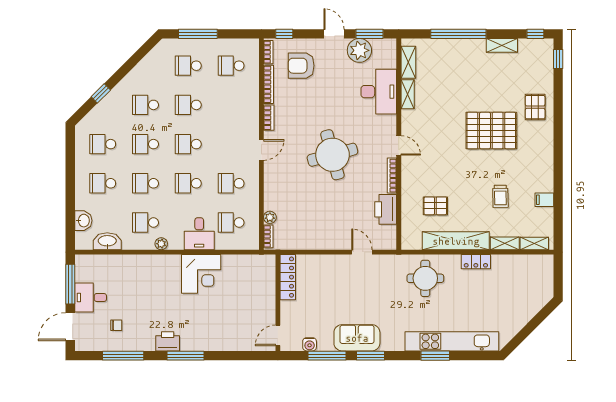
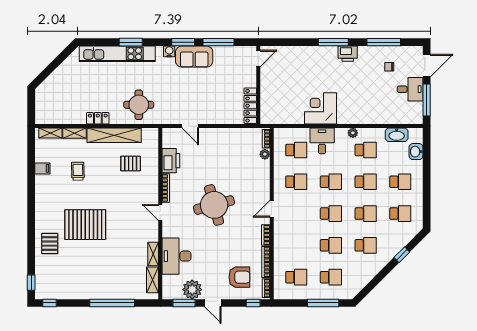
shelving: (502, 45) -> (77, 294), removed
water cooler: (310, 344) -> (169, 51), moved

